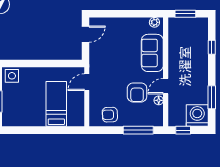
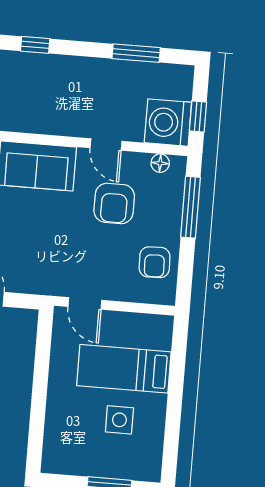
side table: (12, 76) -> (119, 420), moved
armchair: (137, 92) -> (114, 203), turned 90
floor lamp: (159, 100) -> (160, 163), moved
washing machine: (197, 116) -> (168, 123), moved

